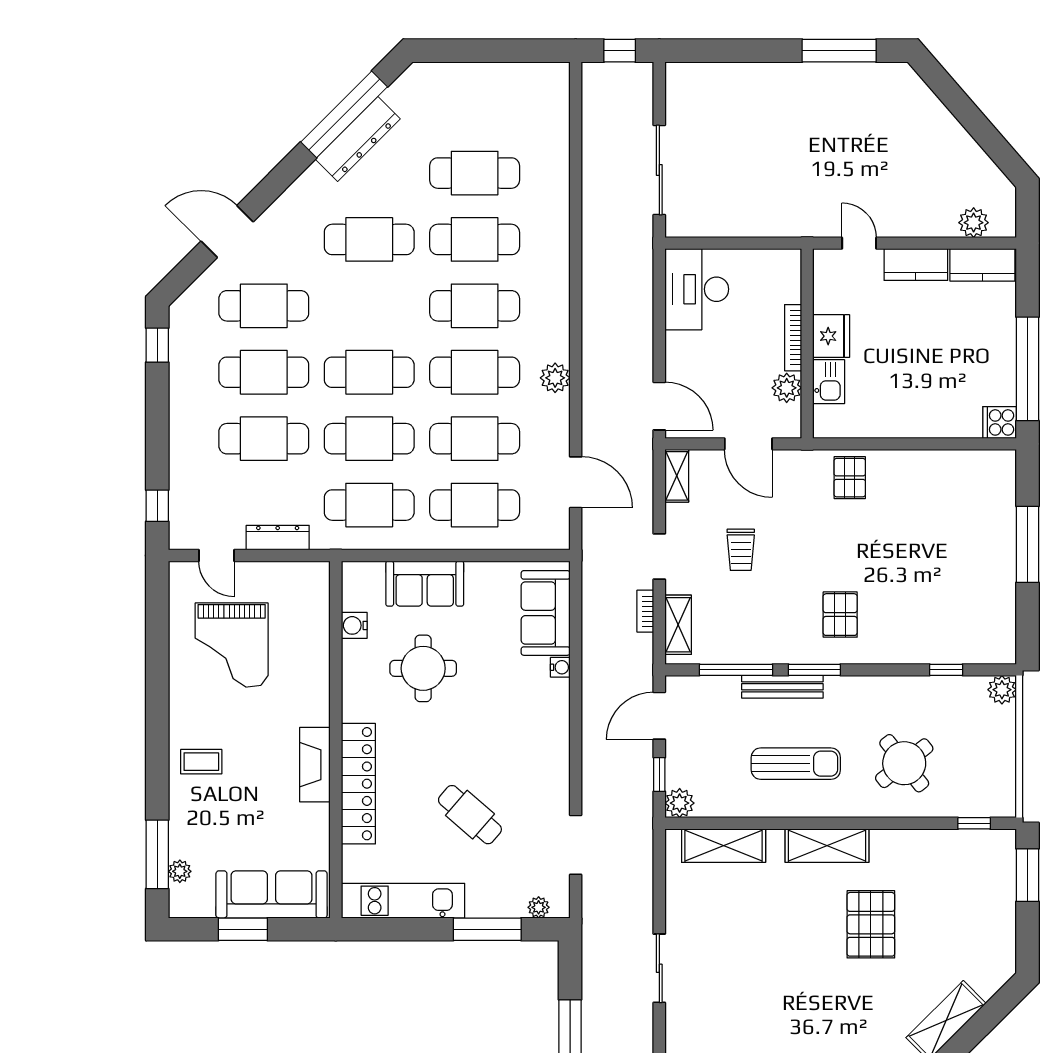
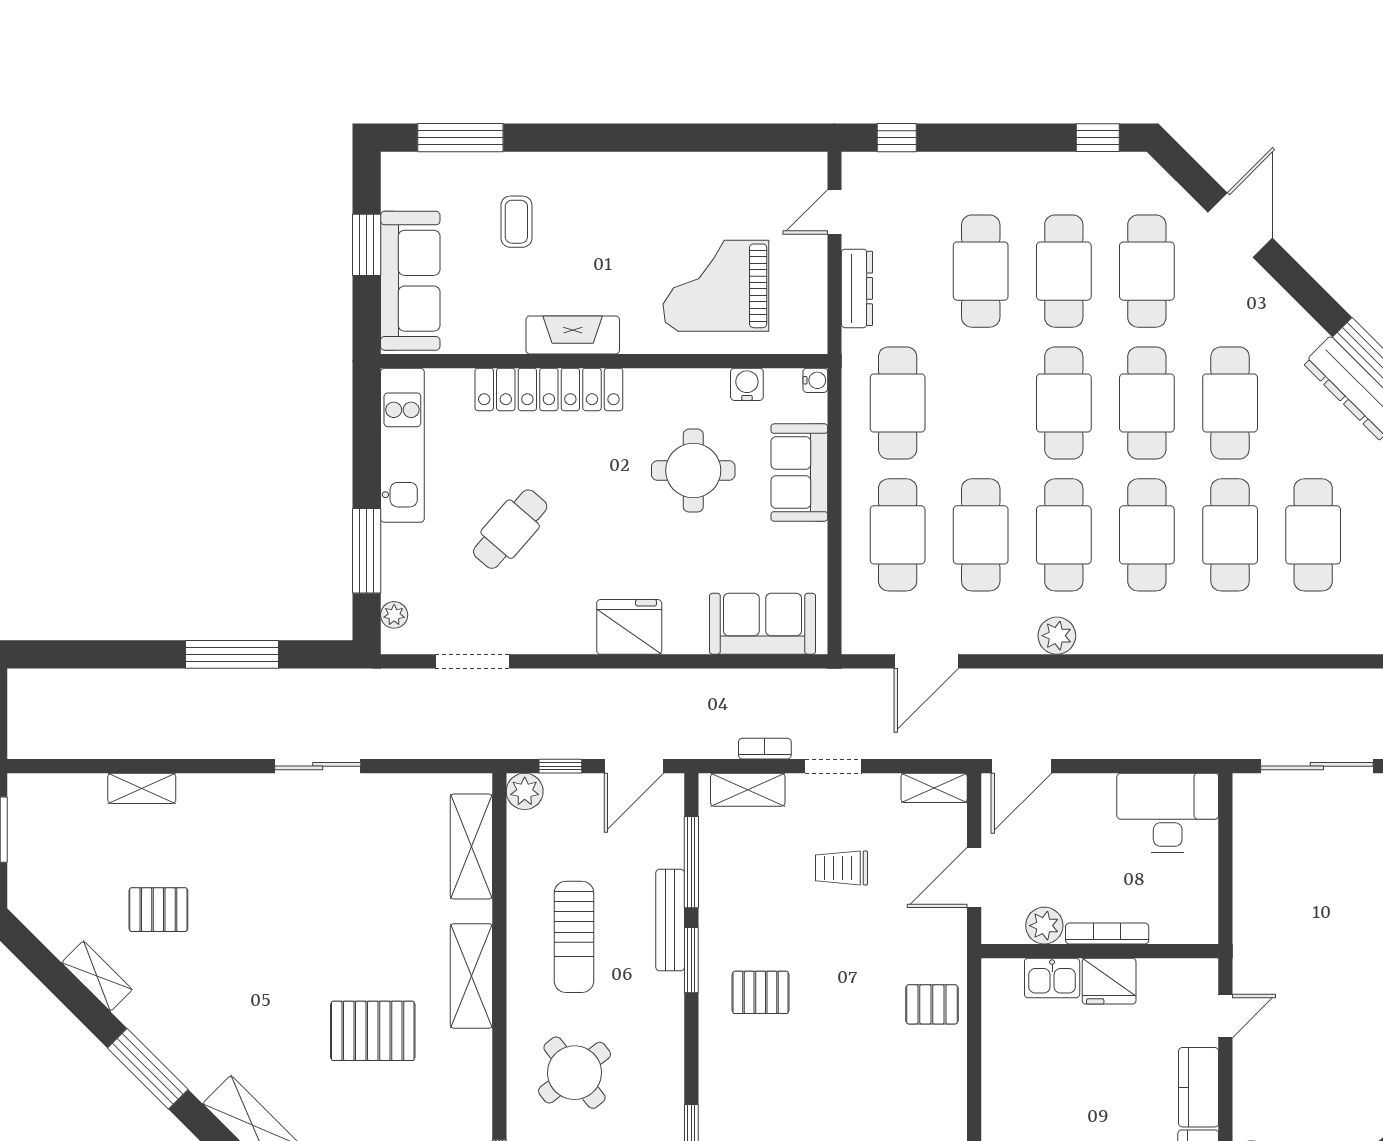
cafe table: (369, 439) -> (1147, 403), moved
grand piano: (232, 645) -> (716, 286), moved
water cooler: (560, 667) -> (815, 380), moved, turned -90
door: (659, 716) -> (634, 766), swing flipped
fridge: (548, 720) -> (629, 627), added
coffee table: (201, 762) -> (516, 222), moved
plant: (180, 871) -> (439, 166), removed

